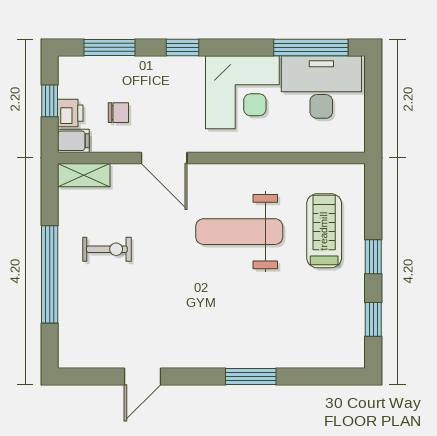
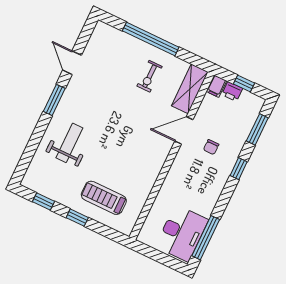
corner desk: (242, 92) -> (199, 189), removed
chair: (118, 113) -> (211, 147), moved
shelving: (84, 175) -> (190, 89), width x1.50, depth x1.33
treadmill: (324, 231) -> (104, 198), turned 180
weight bench: (239, 232) -> (69, 143), moved, width x0.73, depth x0.75
window: (251, 376) -> (54, 100), moved

